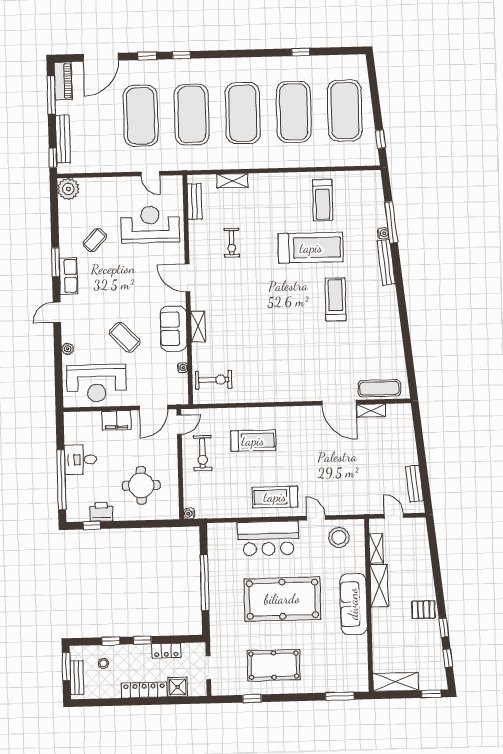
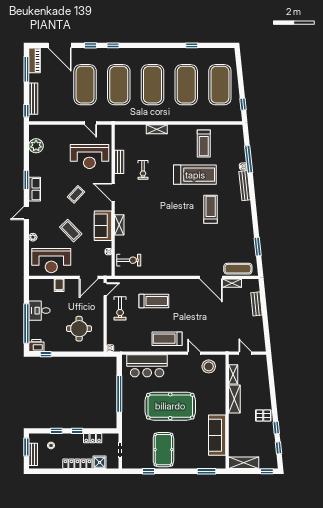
door: (101, 57) -> (60, 45), hinge flipped
shelving: (232, 181) -> (157, 129), moved
plant: (68, 189) -> (36, 146), moved
bench: (195, 201) -> (119, 162), moved
reception desk: (150, 224) -> (89, 157), turned 180
coffee table: (95, 240) -> (76, 194), moved
window: (408, 354) -> (258, 247), added
filing cabinet: (116, 420) -> (59, 285), width x0.50
bench: (414, 484) -> (256, 304), moved
printer: (101, 512) -> (36, 345), moved
bar counter: (268, 538) -> (147, 366), moved
sofa: (353, 604) -> (217, 435), moved
pool table: (274, 665) -> (163, 450), turned 90

